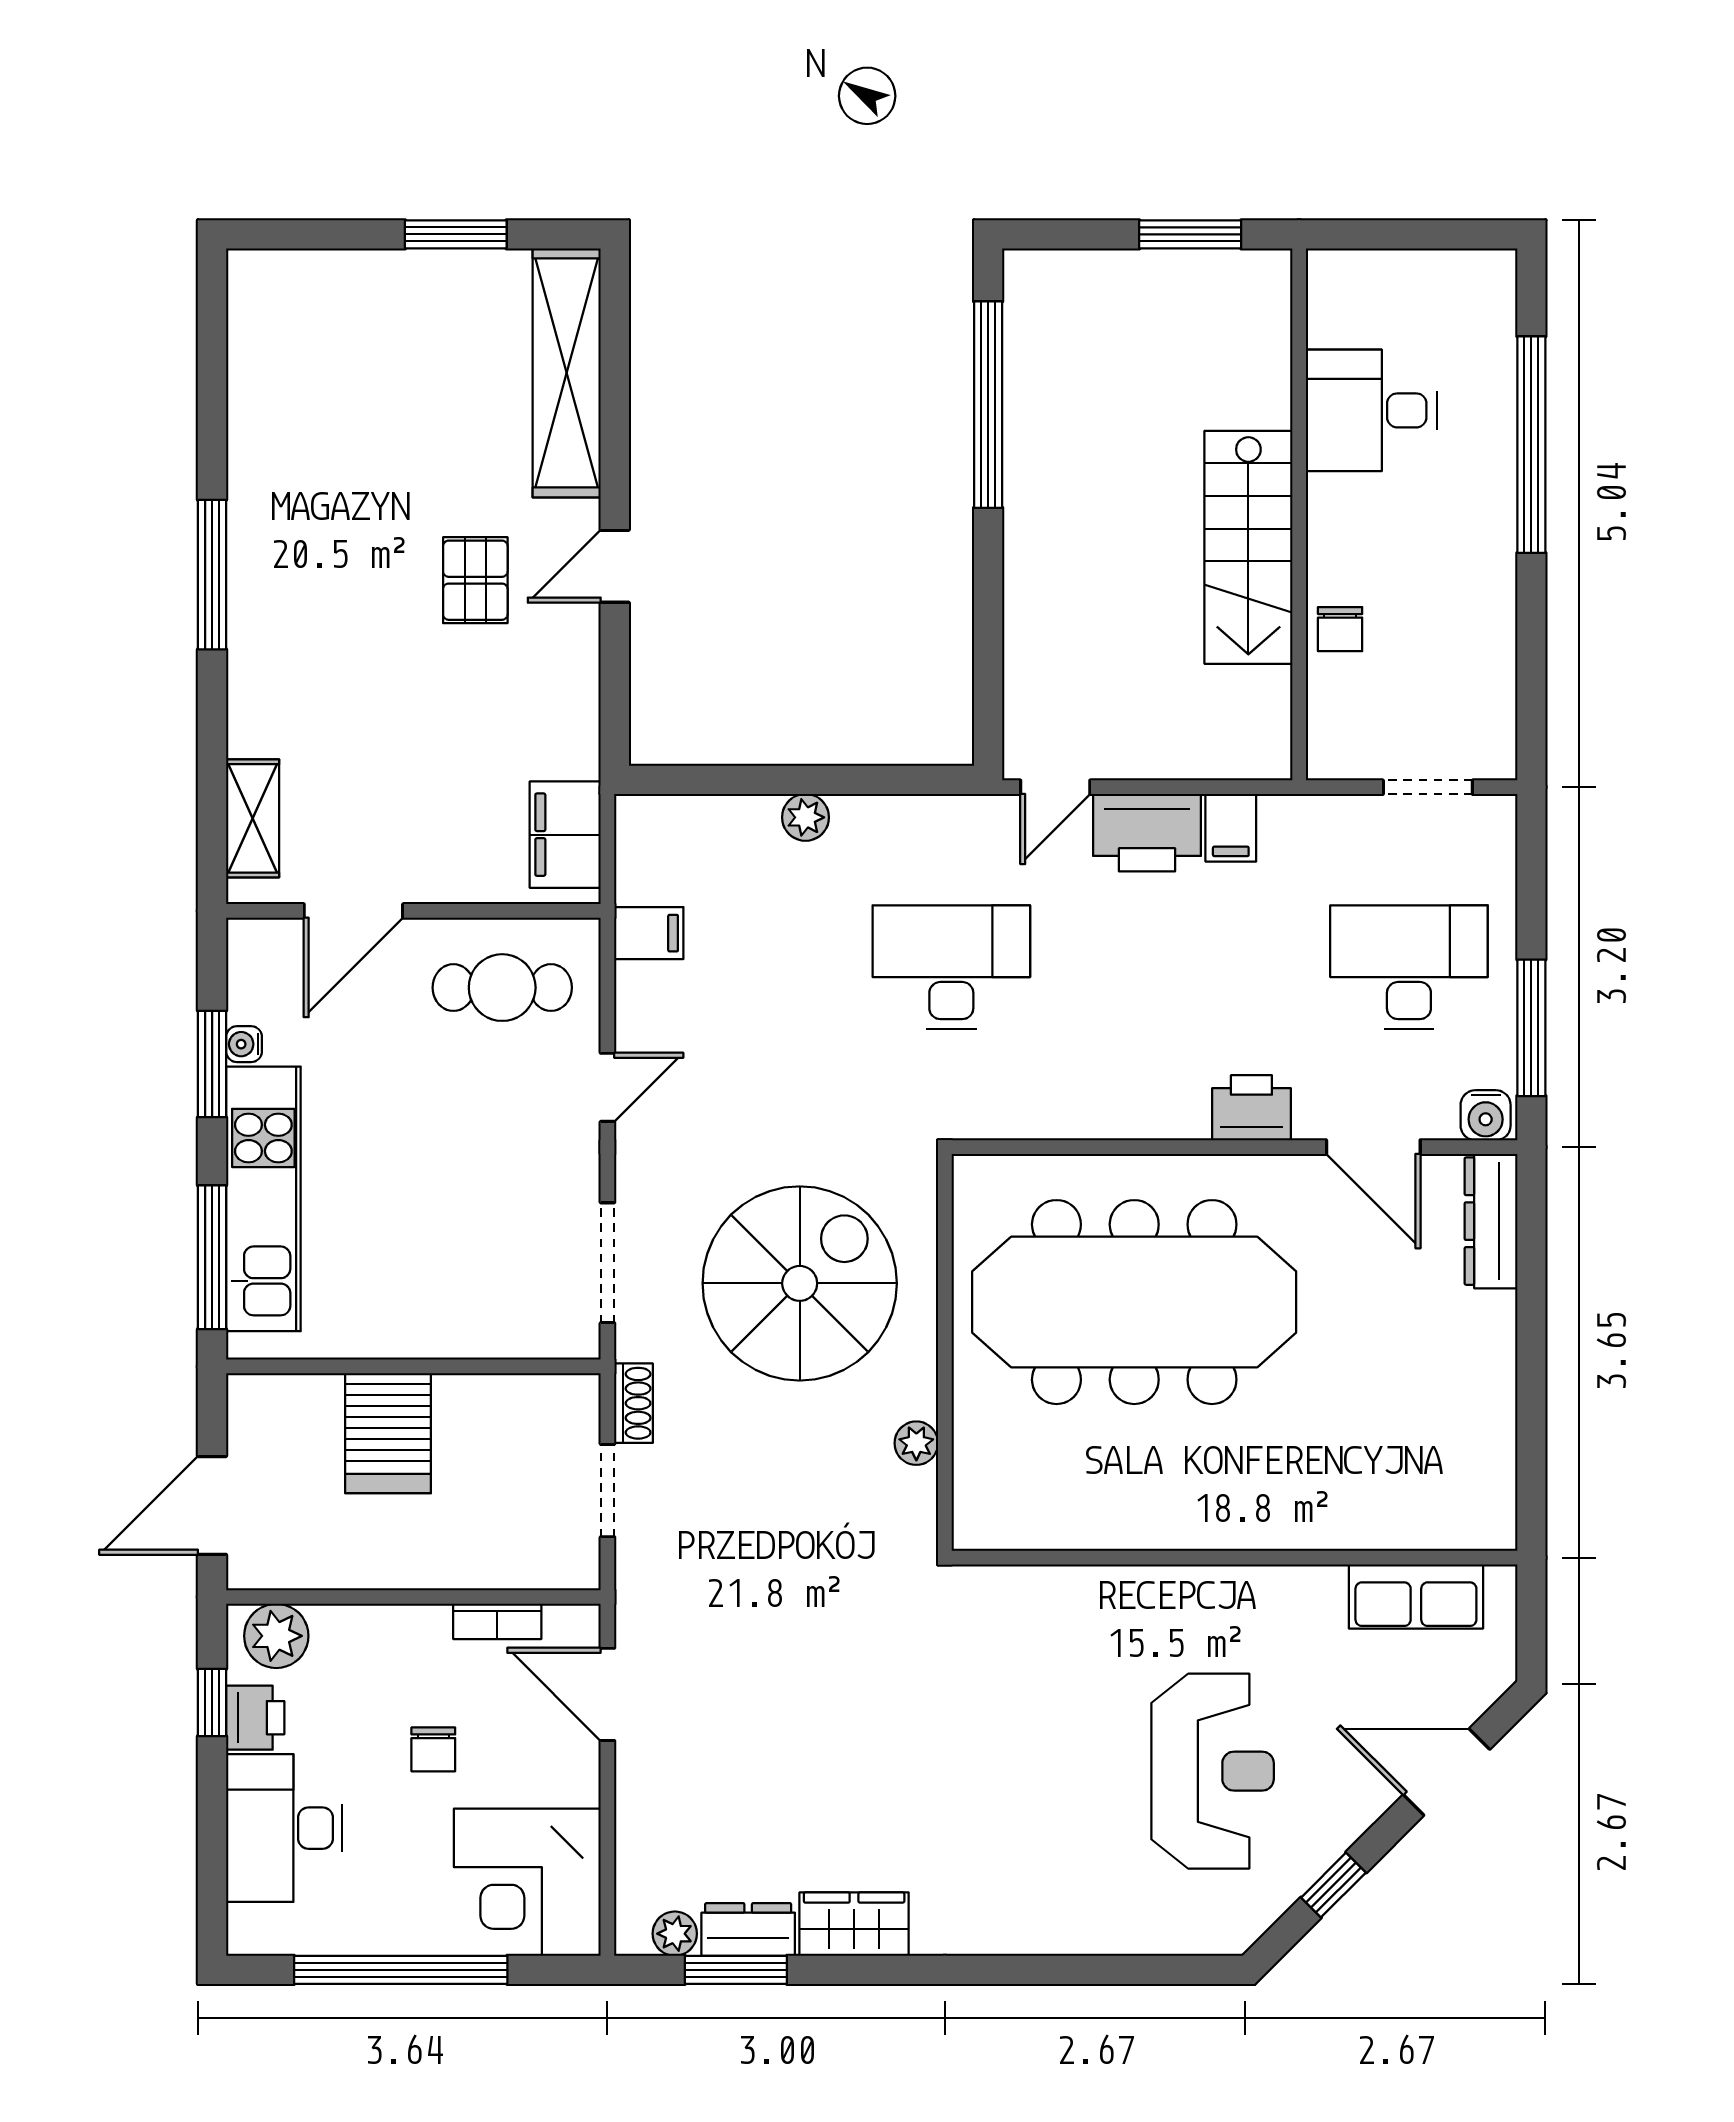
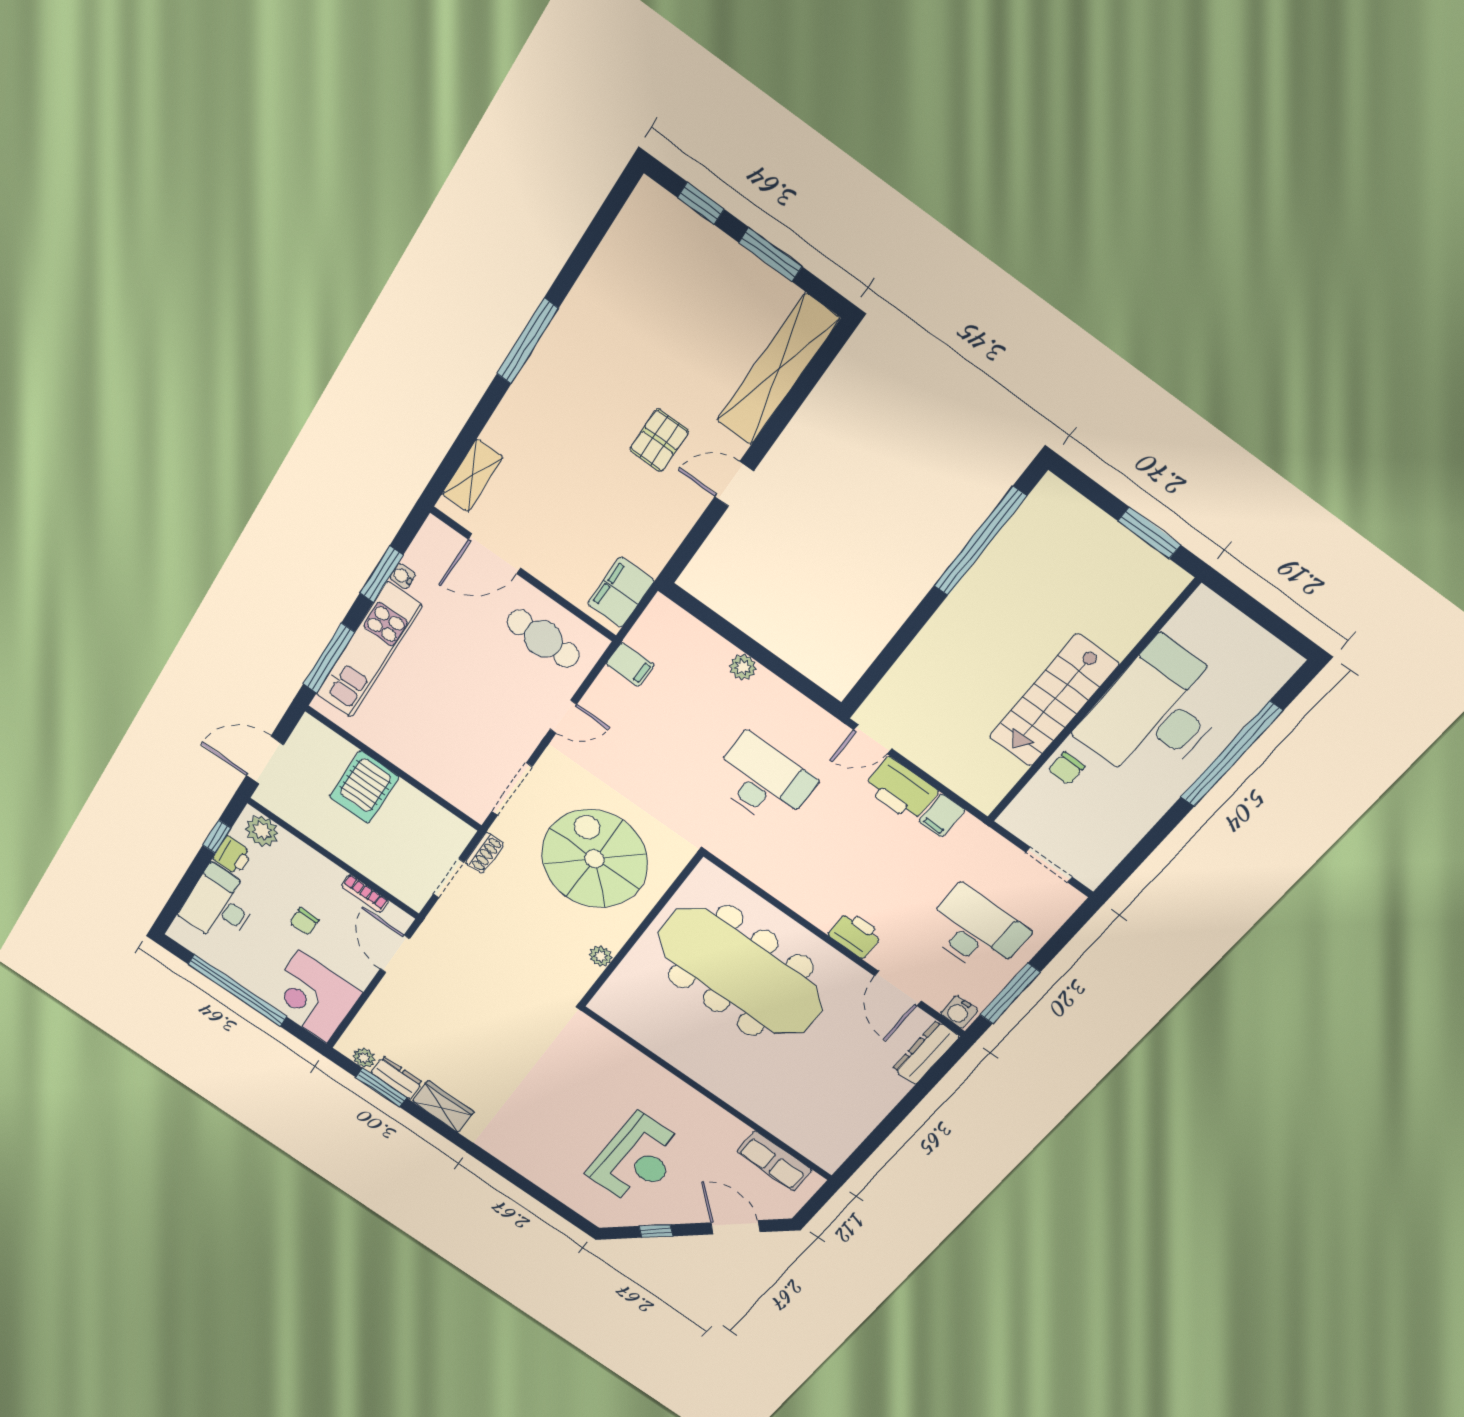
window: (324, 234) -> (701, 203), added
desk: (1371, 410) -> (1156, 713), width x1.87, depth x1.30
spiral stairs: (800, 1283) -> (594, 859), turned -90

